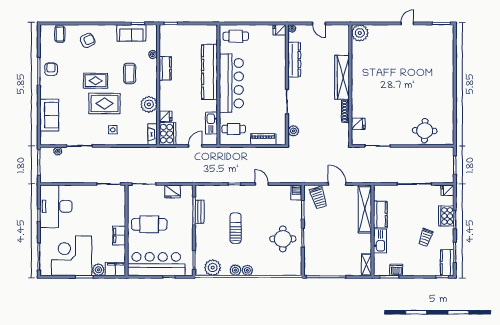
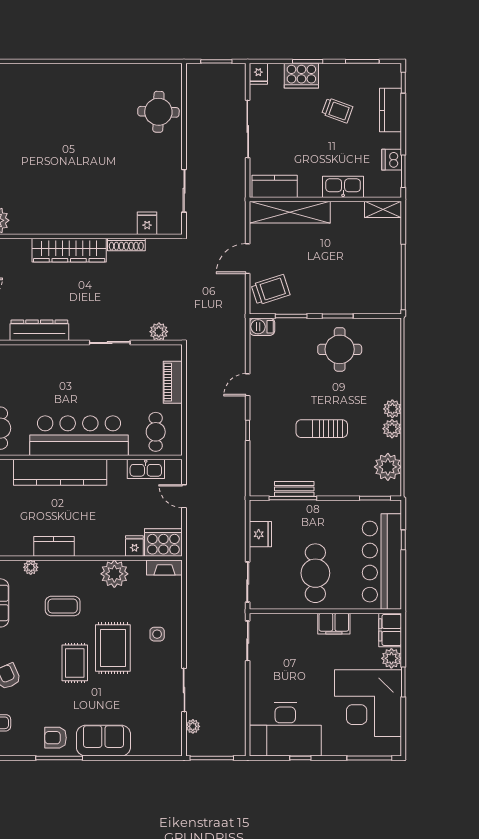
sofa: (49, 115) -> (103, 741), moved
kitchen counter: (380, 214) -> (275, 186), moved
kitchen counter: (447, 263) -> (391, 110), moved, turned 90

